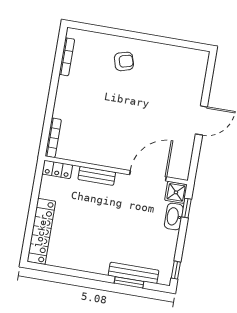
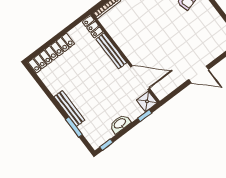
bench: (97, 176) -> (111, 51), width x1.36
washbasin: (174, 216) -> (120, 124), moved
bench: (134, 273) -> (69, 108), moved

